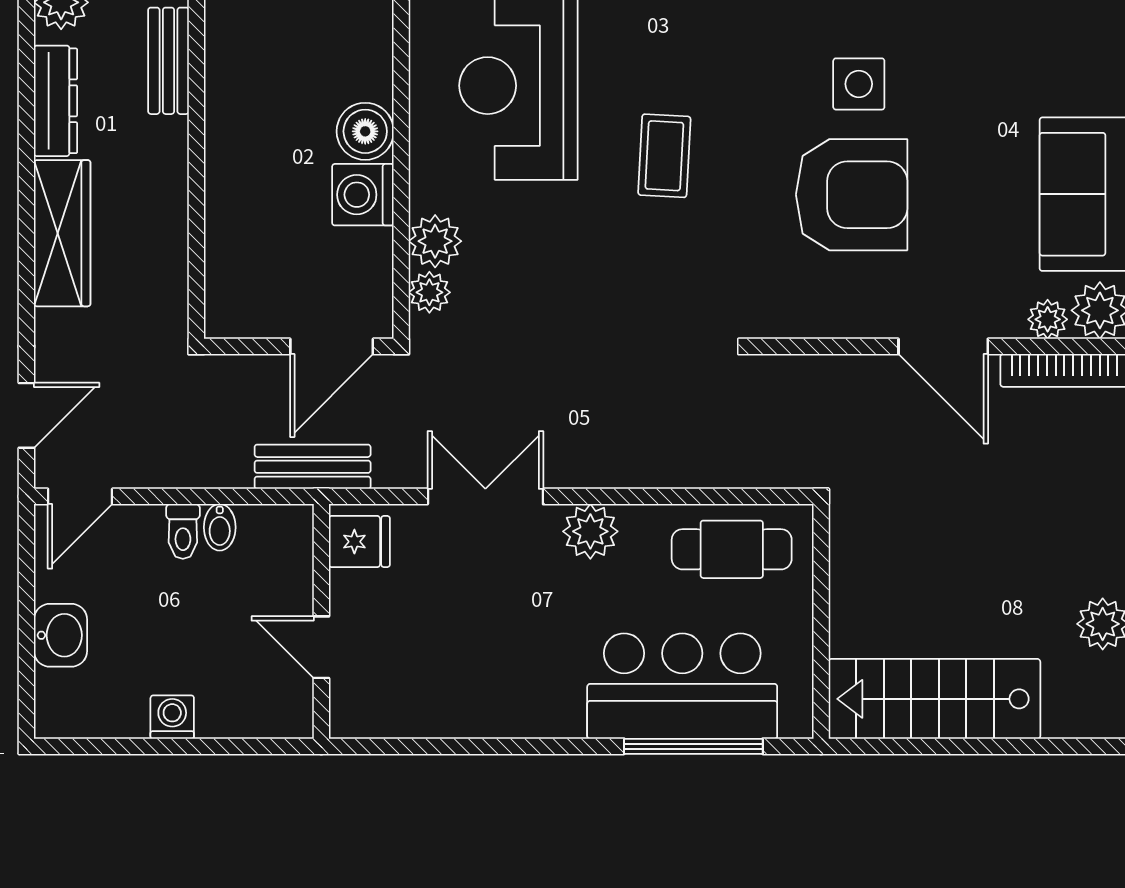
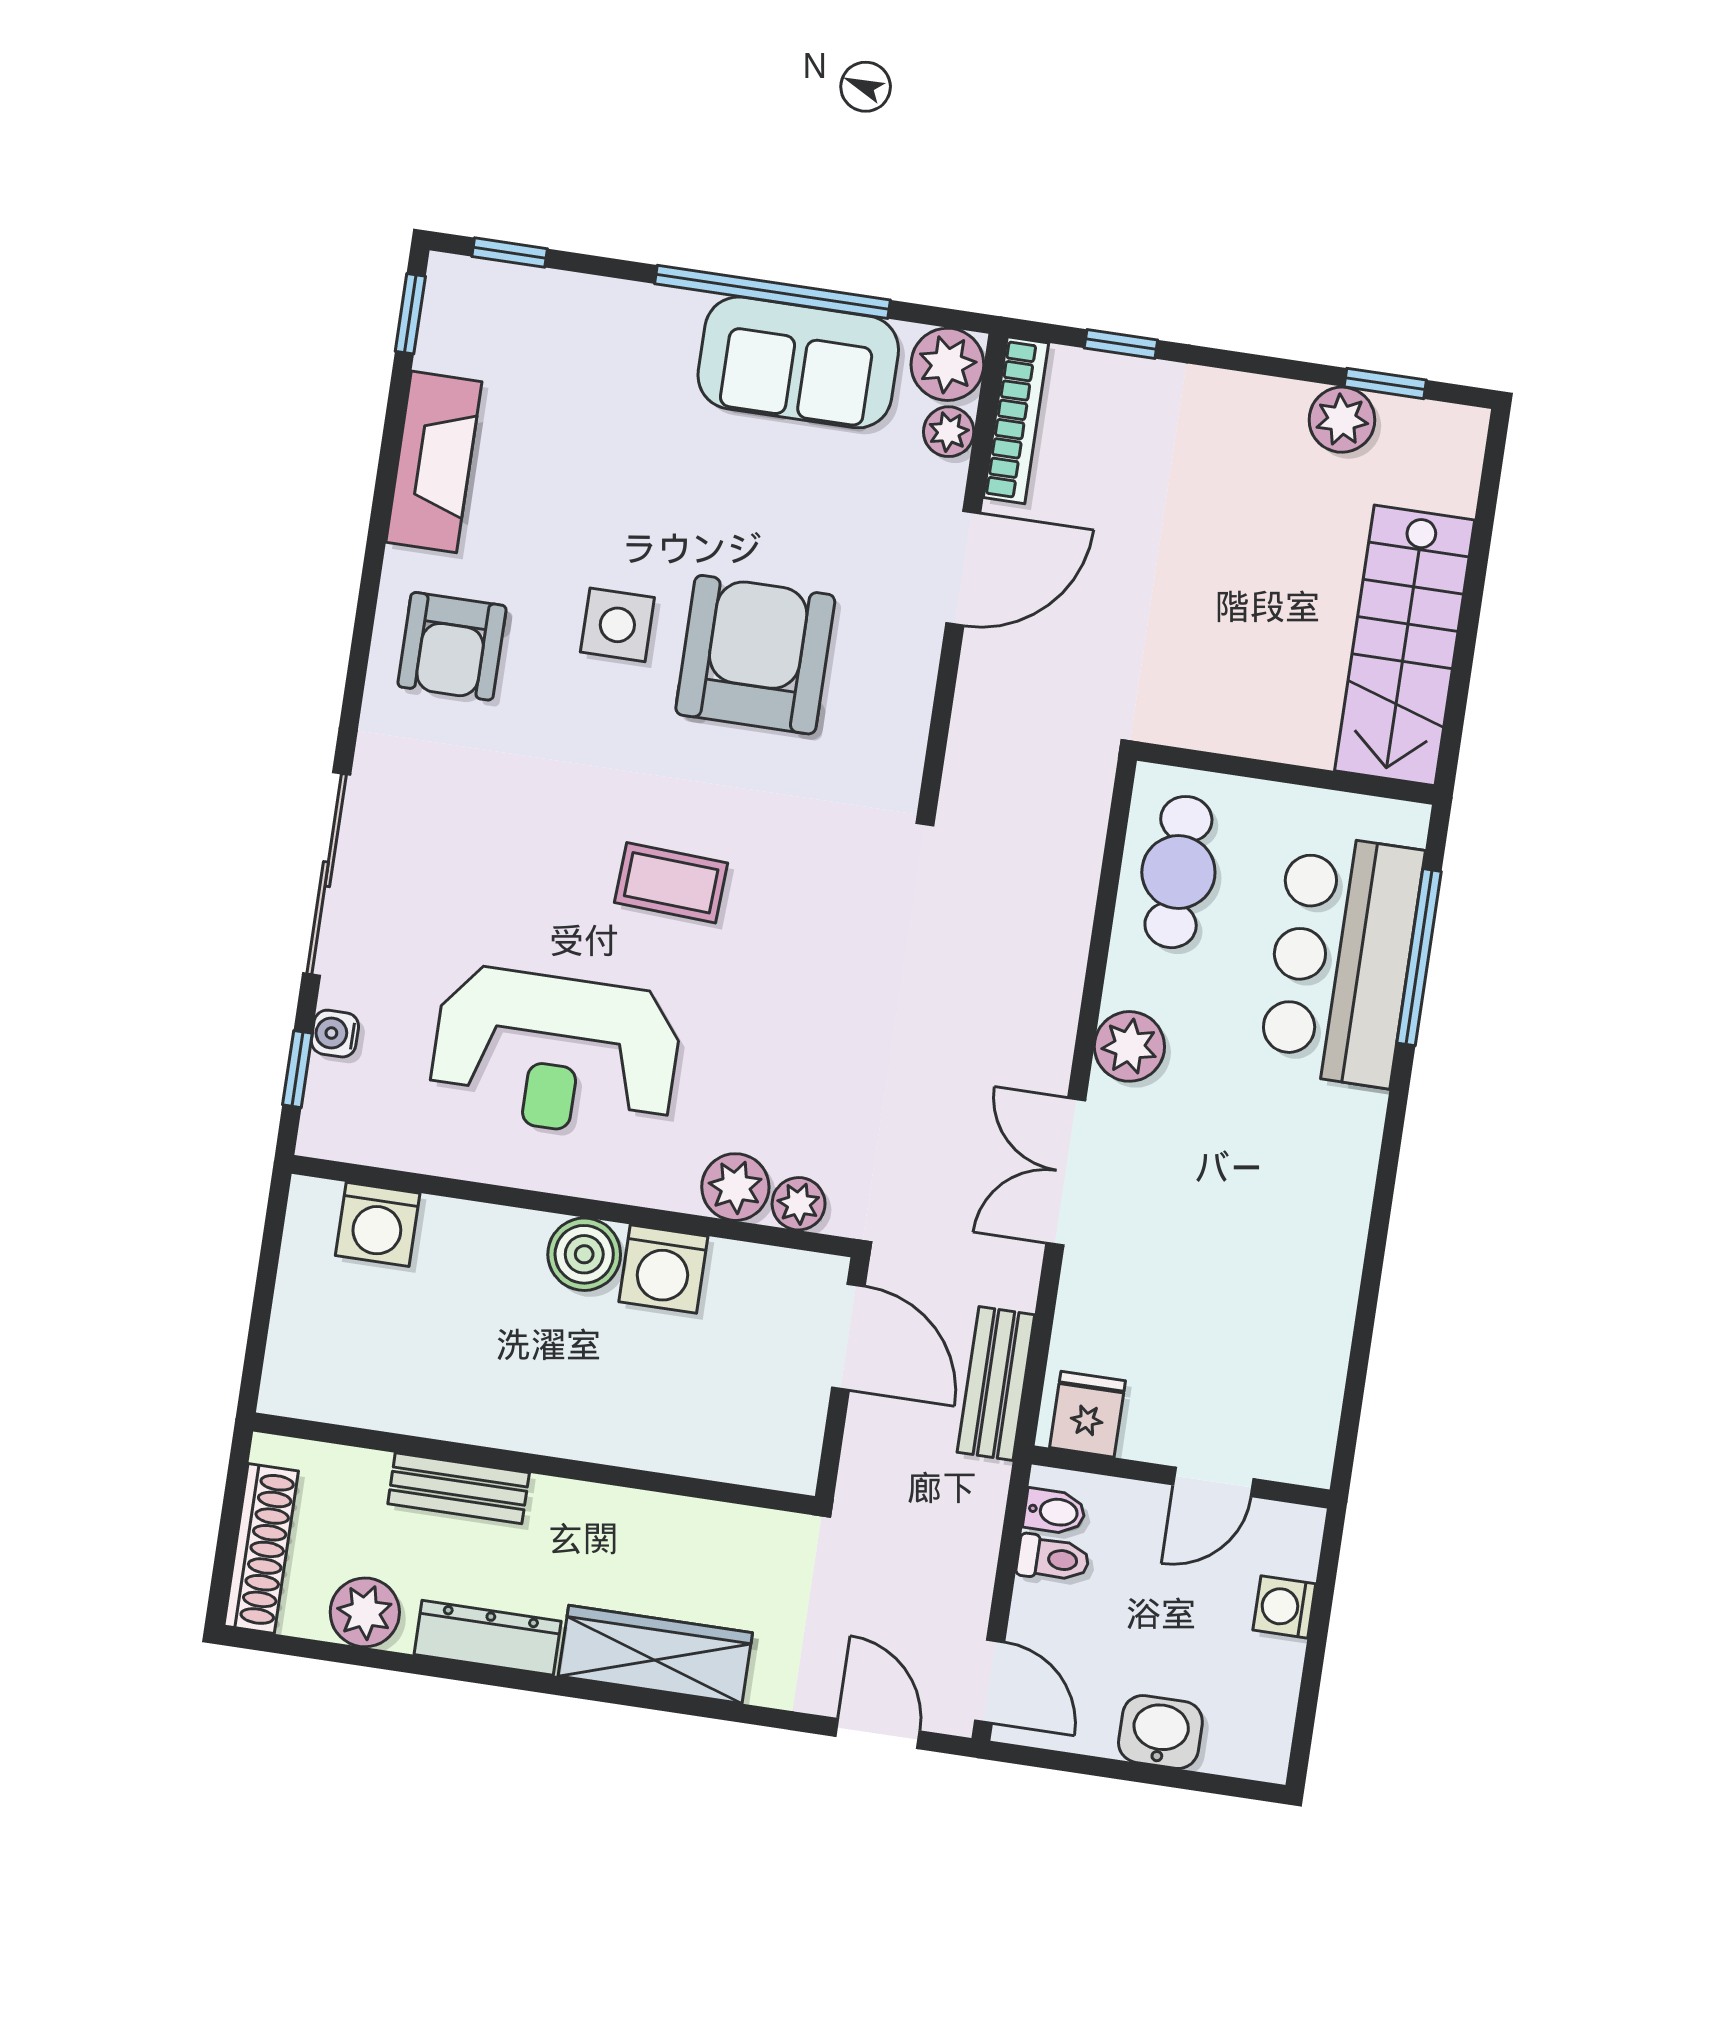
fridge: (359, 542) -> (1087, 1414), moved
wall: (321, 621) -> (1181, 1477), moved
door: (321, 647) -> (1213, 1482), moved

